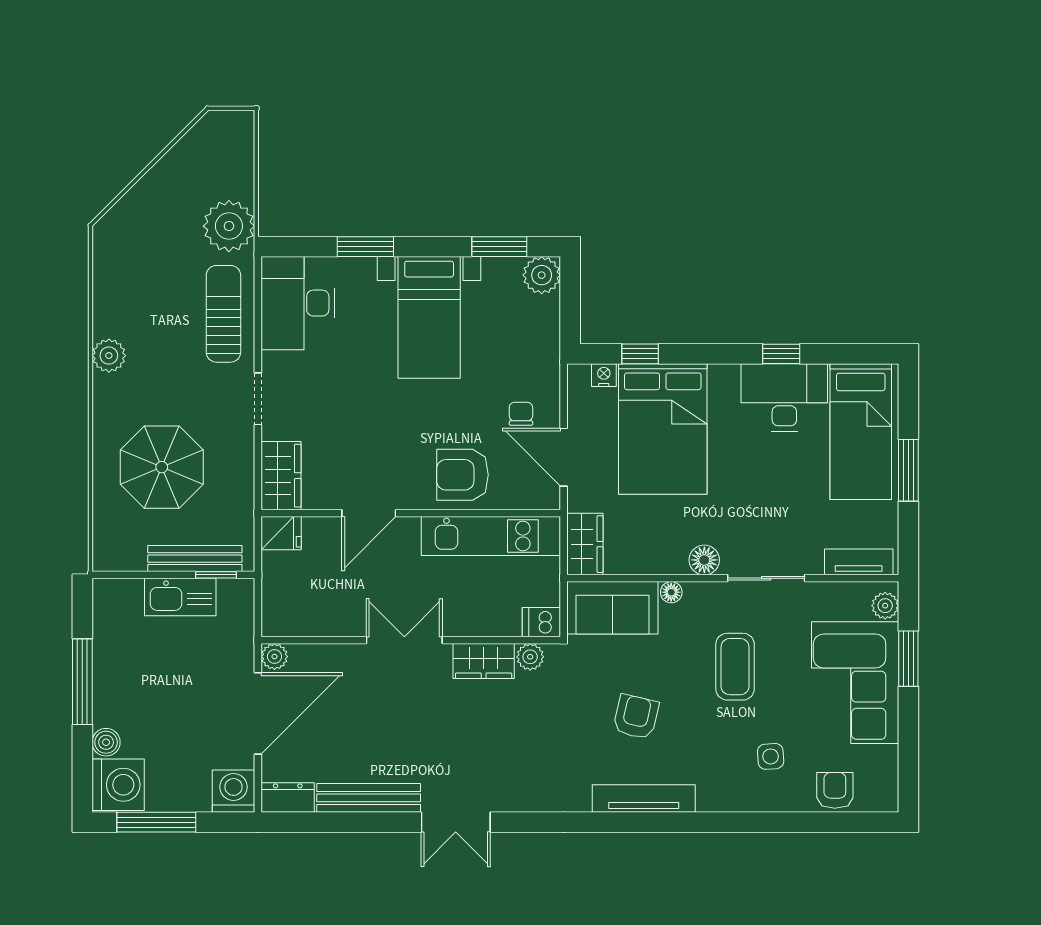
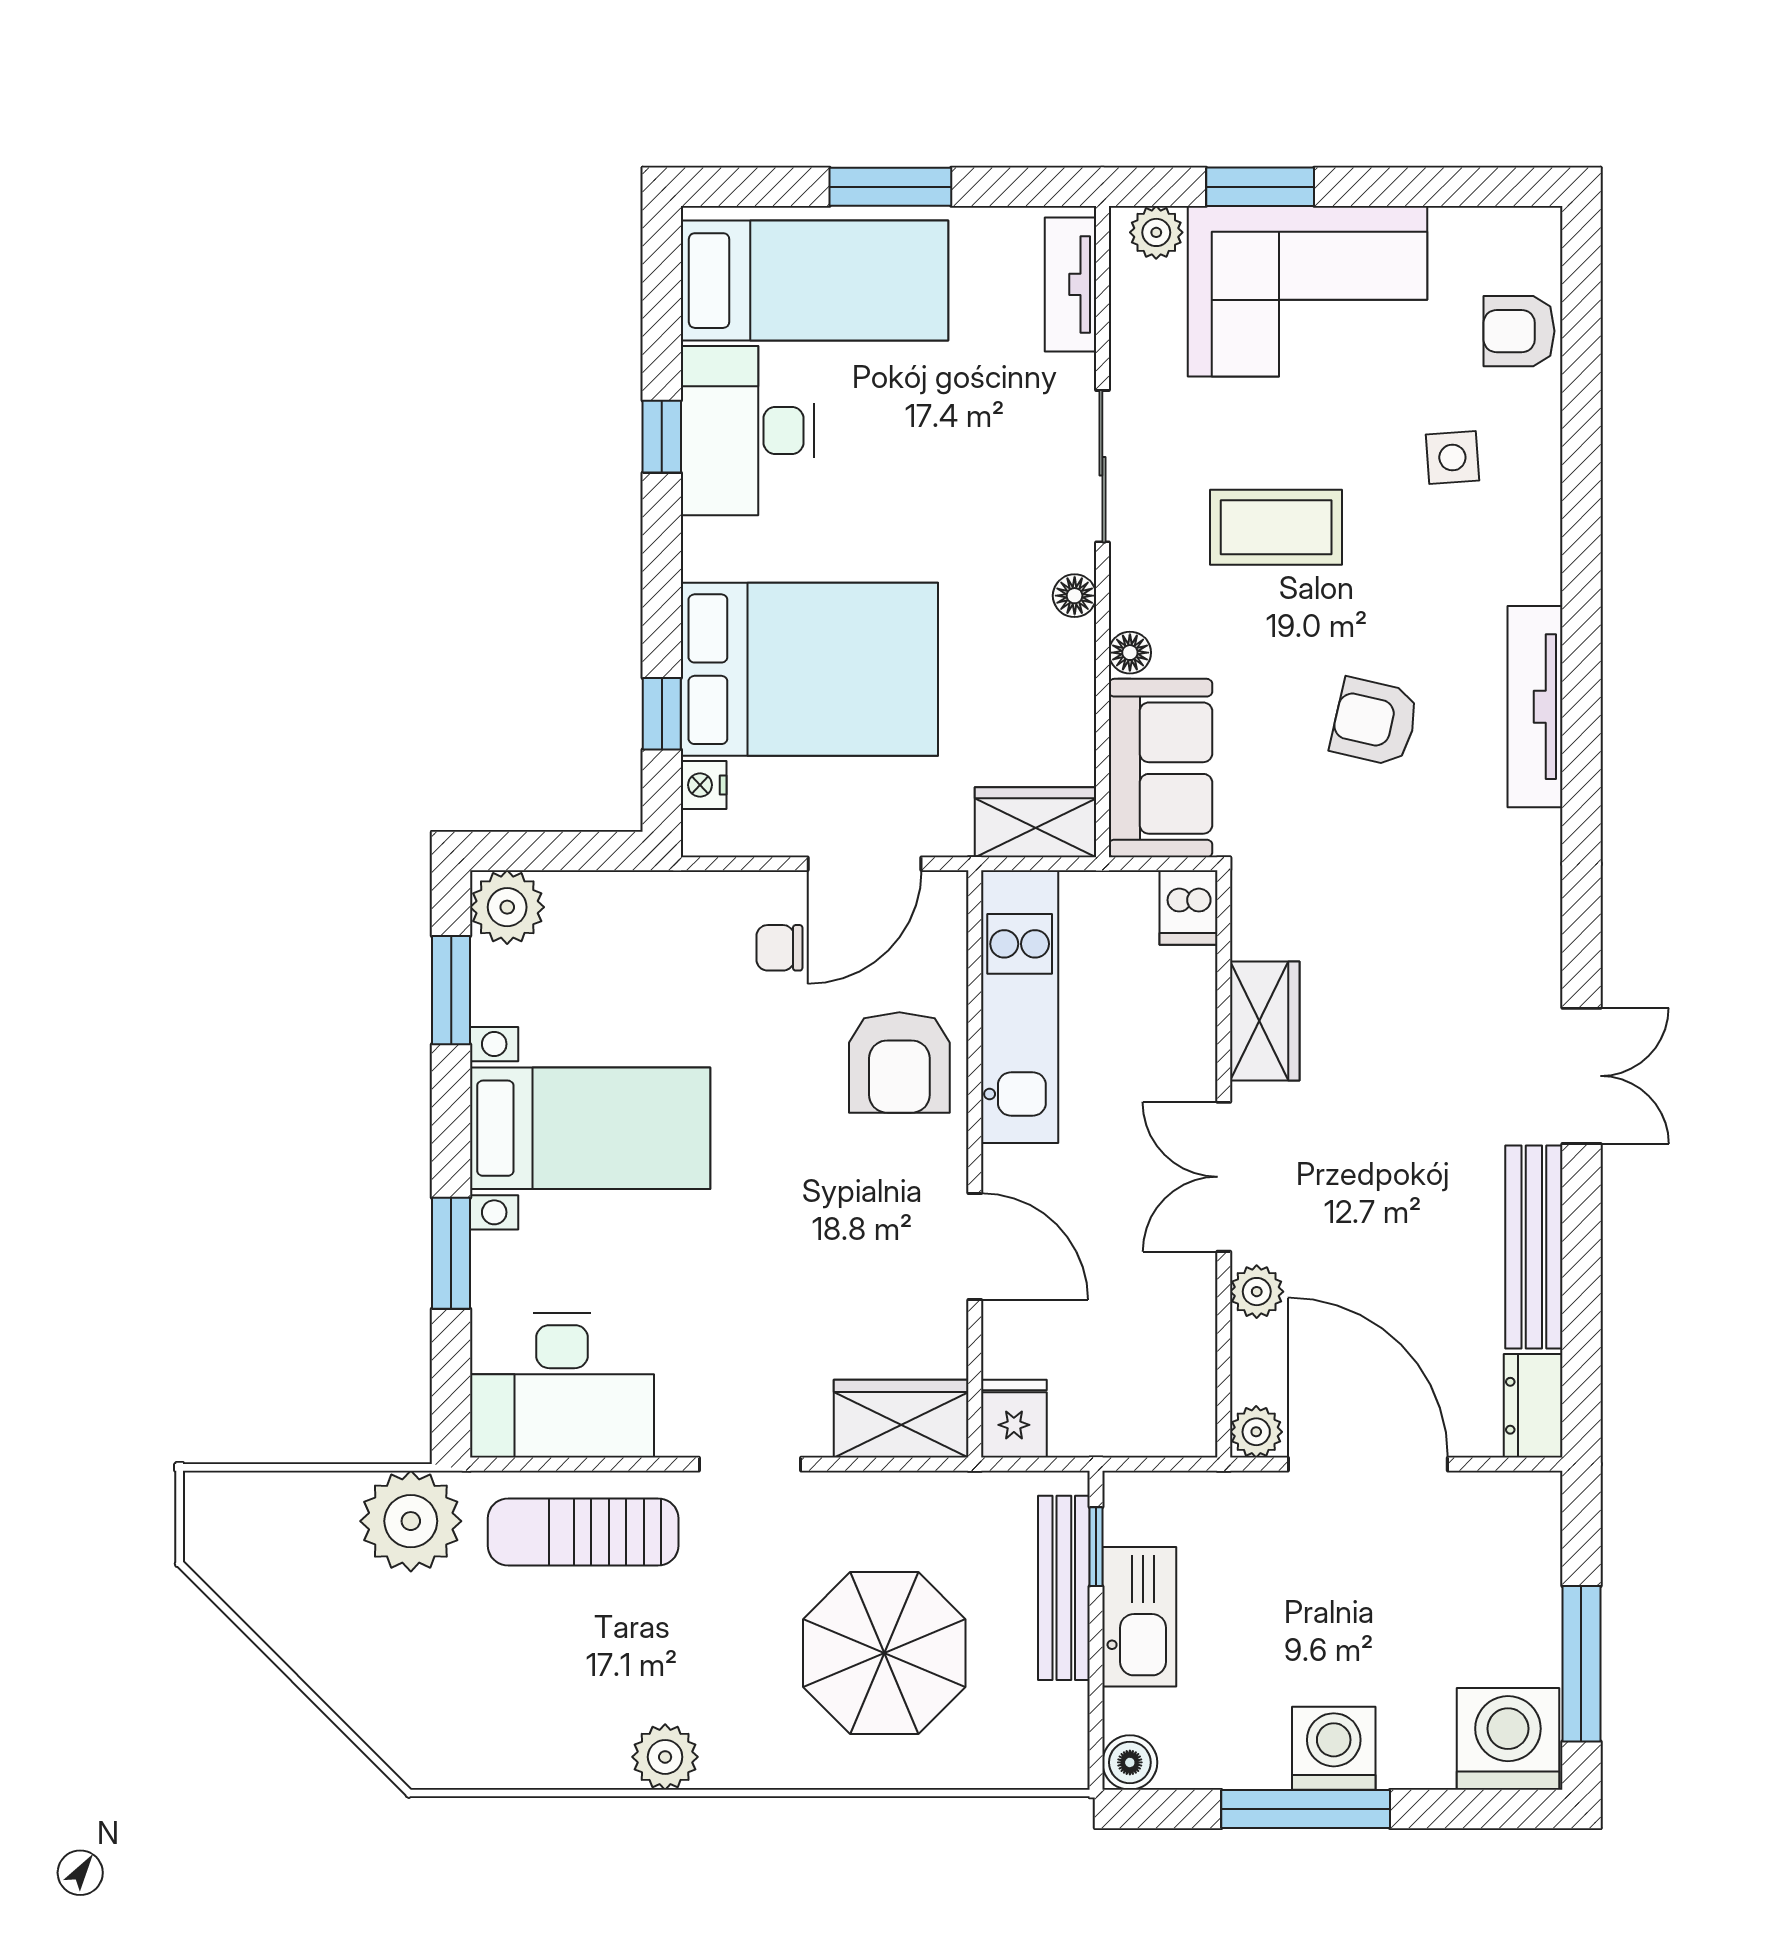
floor lamp: (704, 560) -> (1075, 596), width x0.73, depth x0.73
plant: (530, 657) -> (1257, 1292), moved
boiler: (106, 742) -> (1130, 1762), moved
washing machine: (234, 791) -> (1334, 1748), moved, turned 90

